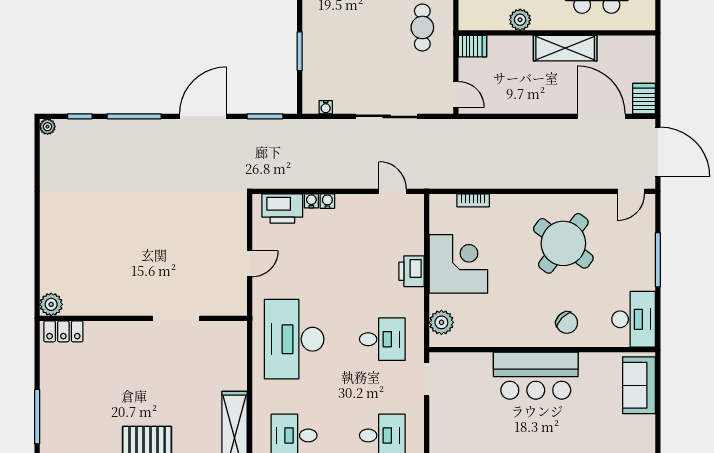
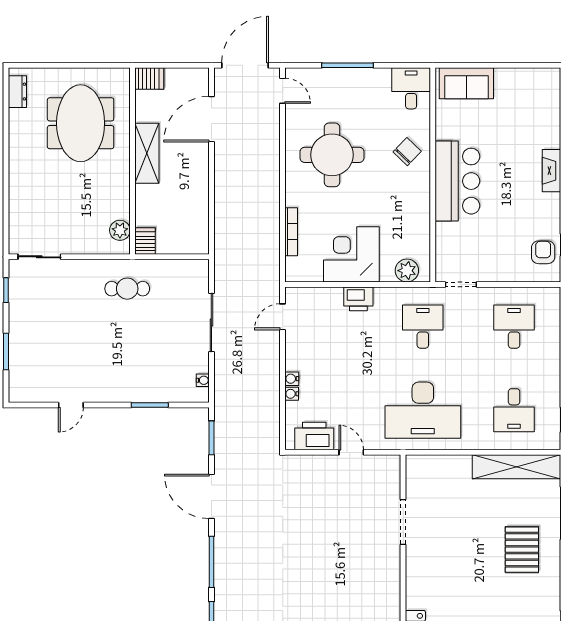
plant: (520, 20) -> (120, 230), moved
door: (456, 94) -> (191, 257), removed
server rack: (644, 99) -> (149, 78), moved, turned 180
bookcase: (473, 200) -> (291, 232), width x1.56
printer: (282, 208) -> (314, 436), moved, turned -90
round table: (563, 243) -> (332, 155), turned -37
desk: (634, 319) -> (411, 88), width x0.73

